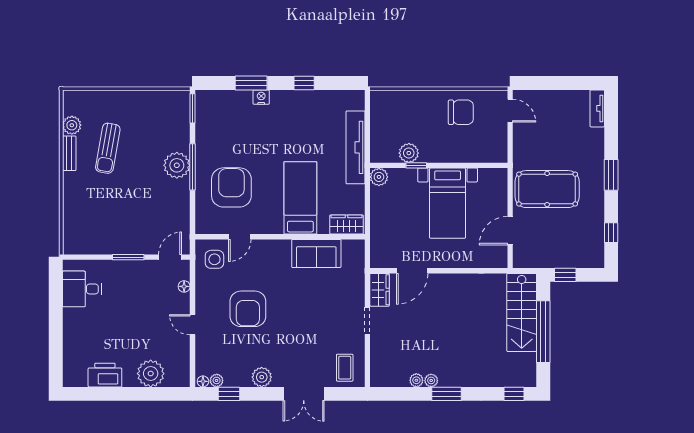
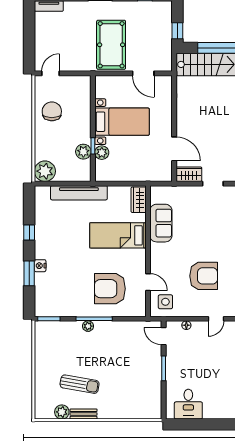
plant: (383, 103) -> (45, 171), added
plant: (177, 165) -> (88, 326), width x0.53, depth x0.53
plant: (379, 177) -> (102, 153), moved

